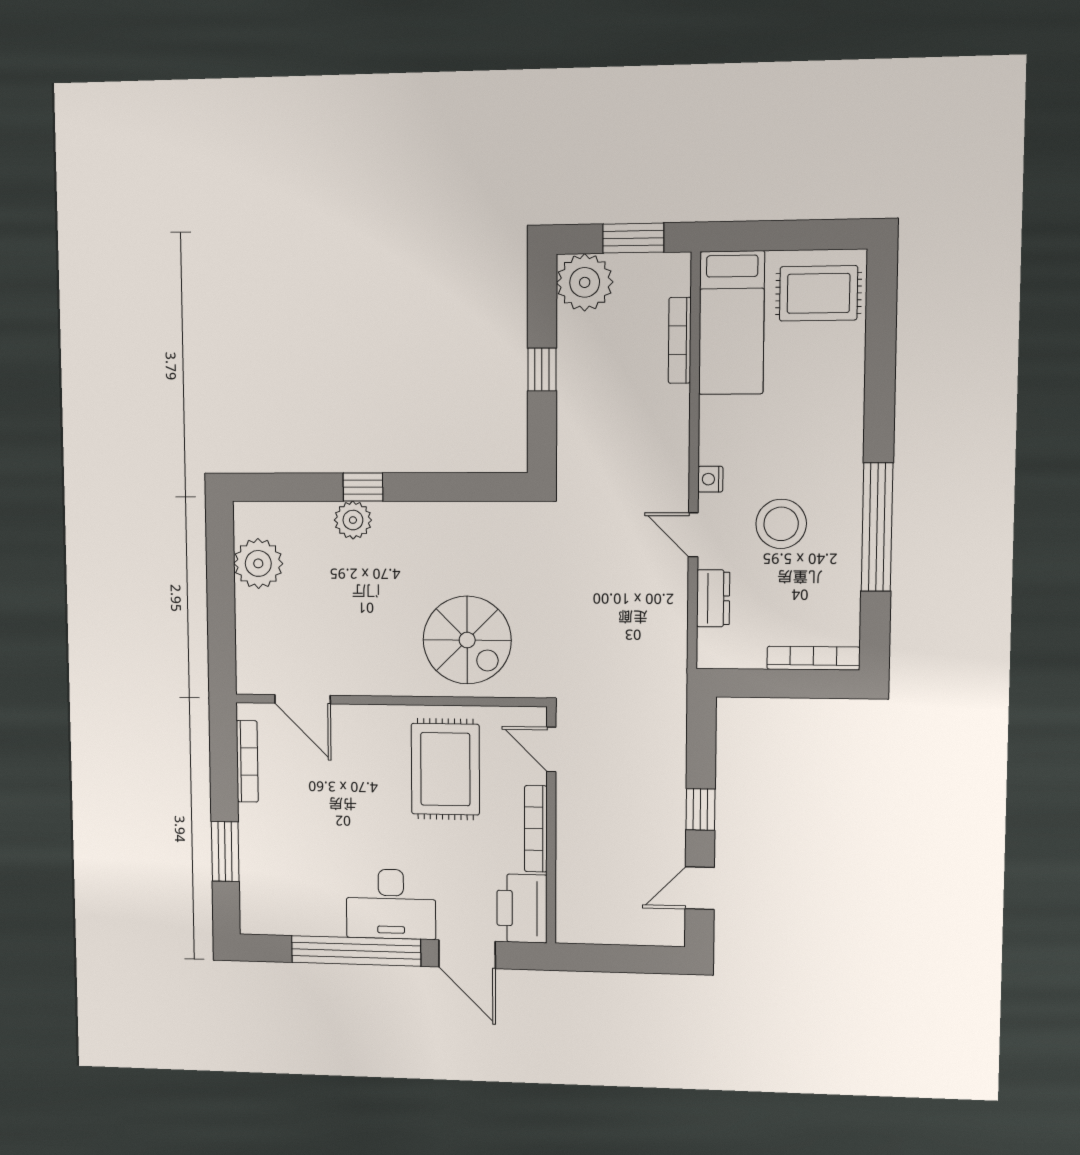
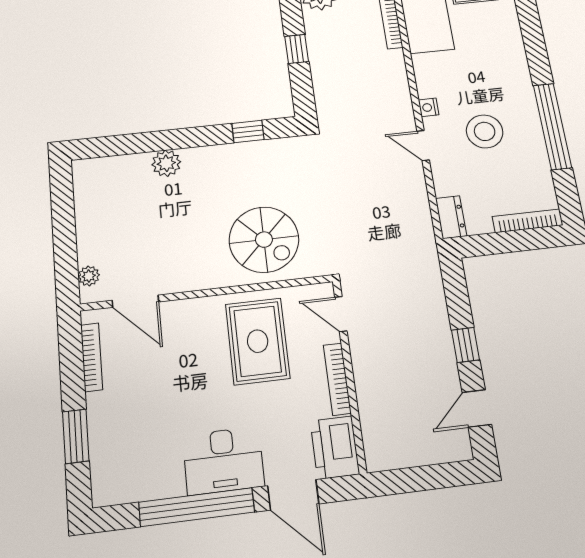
window: (363, 487) -> (248, 131), moved
plant: (258, 563) -> (89, 276), moved, width x0.53, depth x0.53
dresser: (713, 598) -> (451, 217), moved

